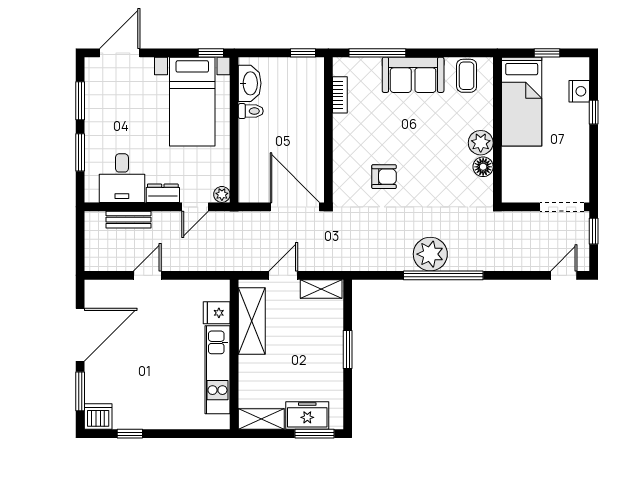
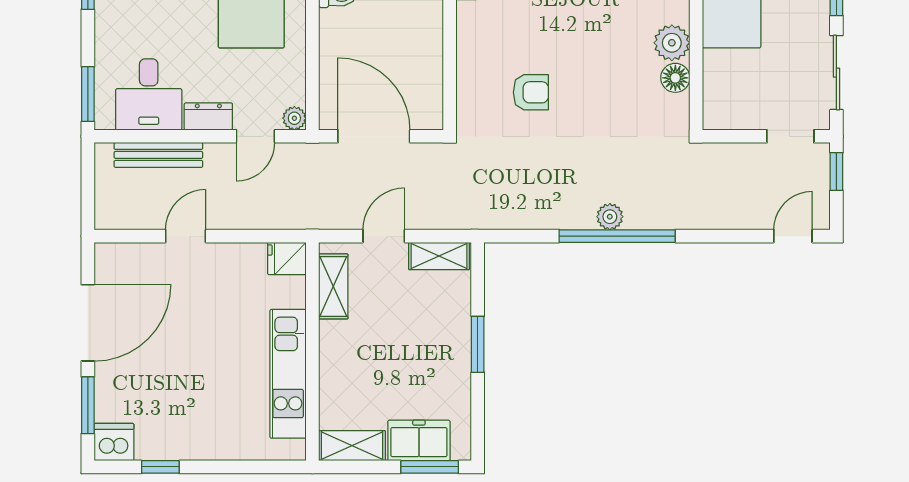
window: (80, 152) -> (88, 94), moved
sliding door: (594, 163) -> (836, 73), added
door: (295, 207) -> (374, 136), moved
doorway: (562, 207) -> (790, 136), width x0.73
bench: (129, 220) -> (158, 155), width x1.36
plant: (430, 254) -> (610, 217), width x0.53, depth x0.53
fridge: (217, 313) -> (287, 258), moved
shelving: (252, 321) -> (333, 286), width x0.67, depth x0.75

